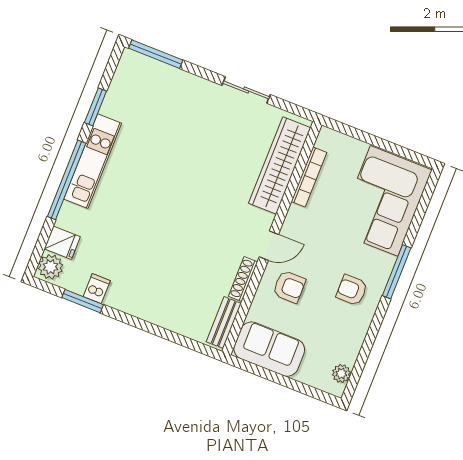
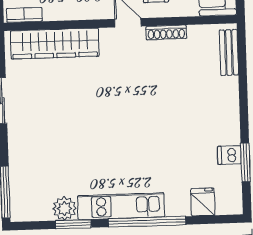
bookcase: (309, 177) -> (24, 15), moved, width x0.64
plant: (50, 267) -> (64, 208), moved
bench: (224, 323) -> (229, 52), moved, turned 90

